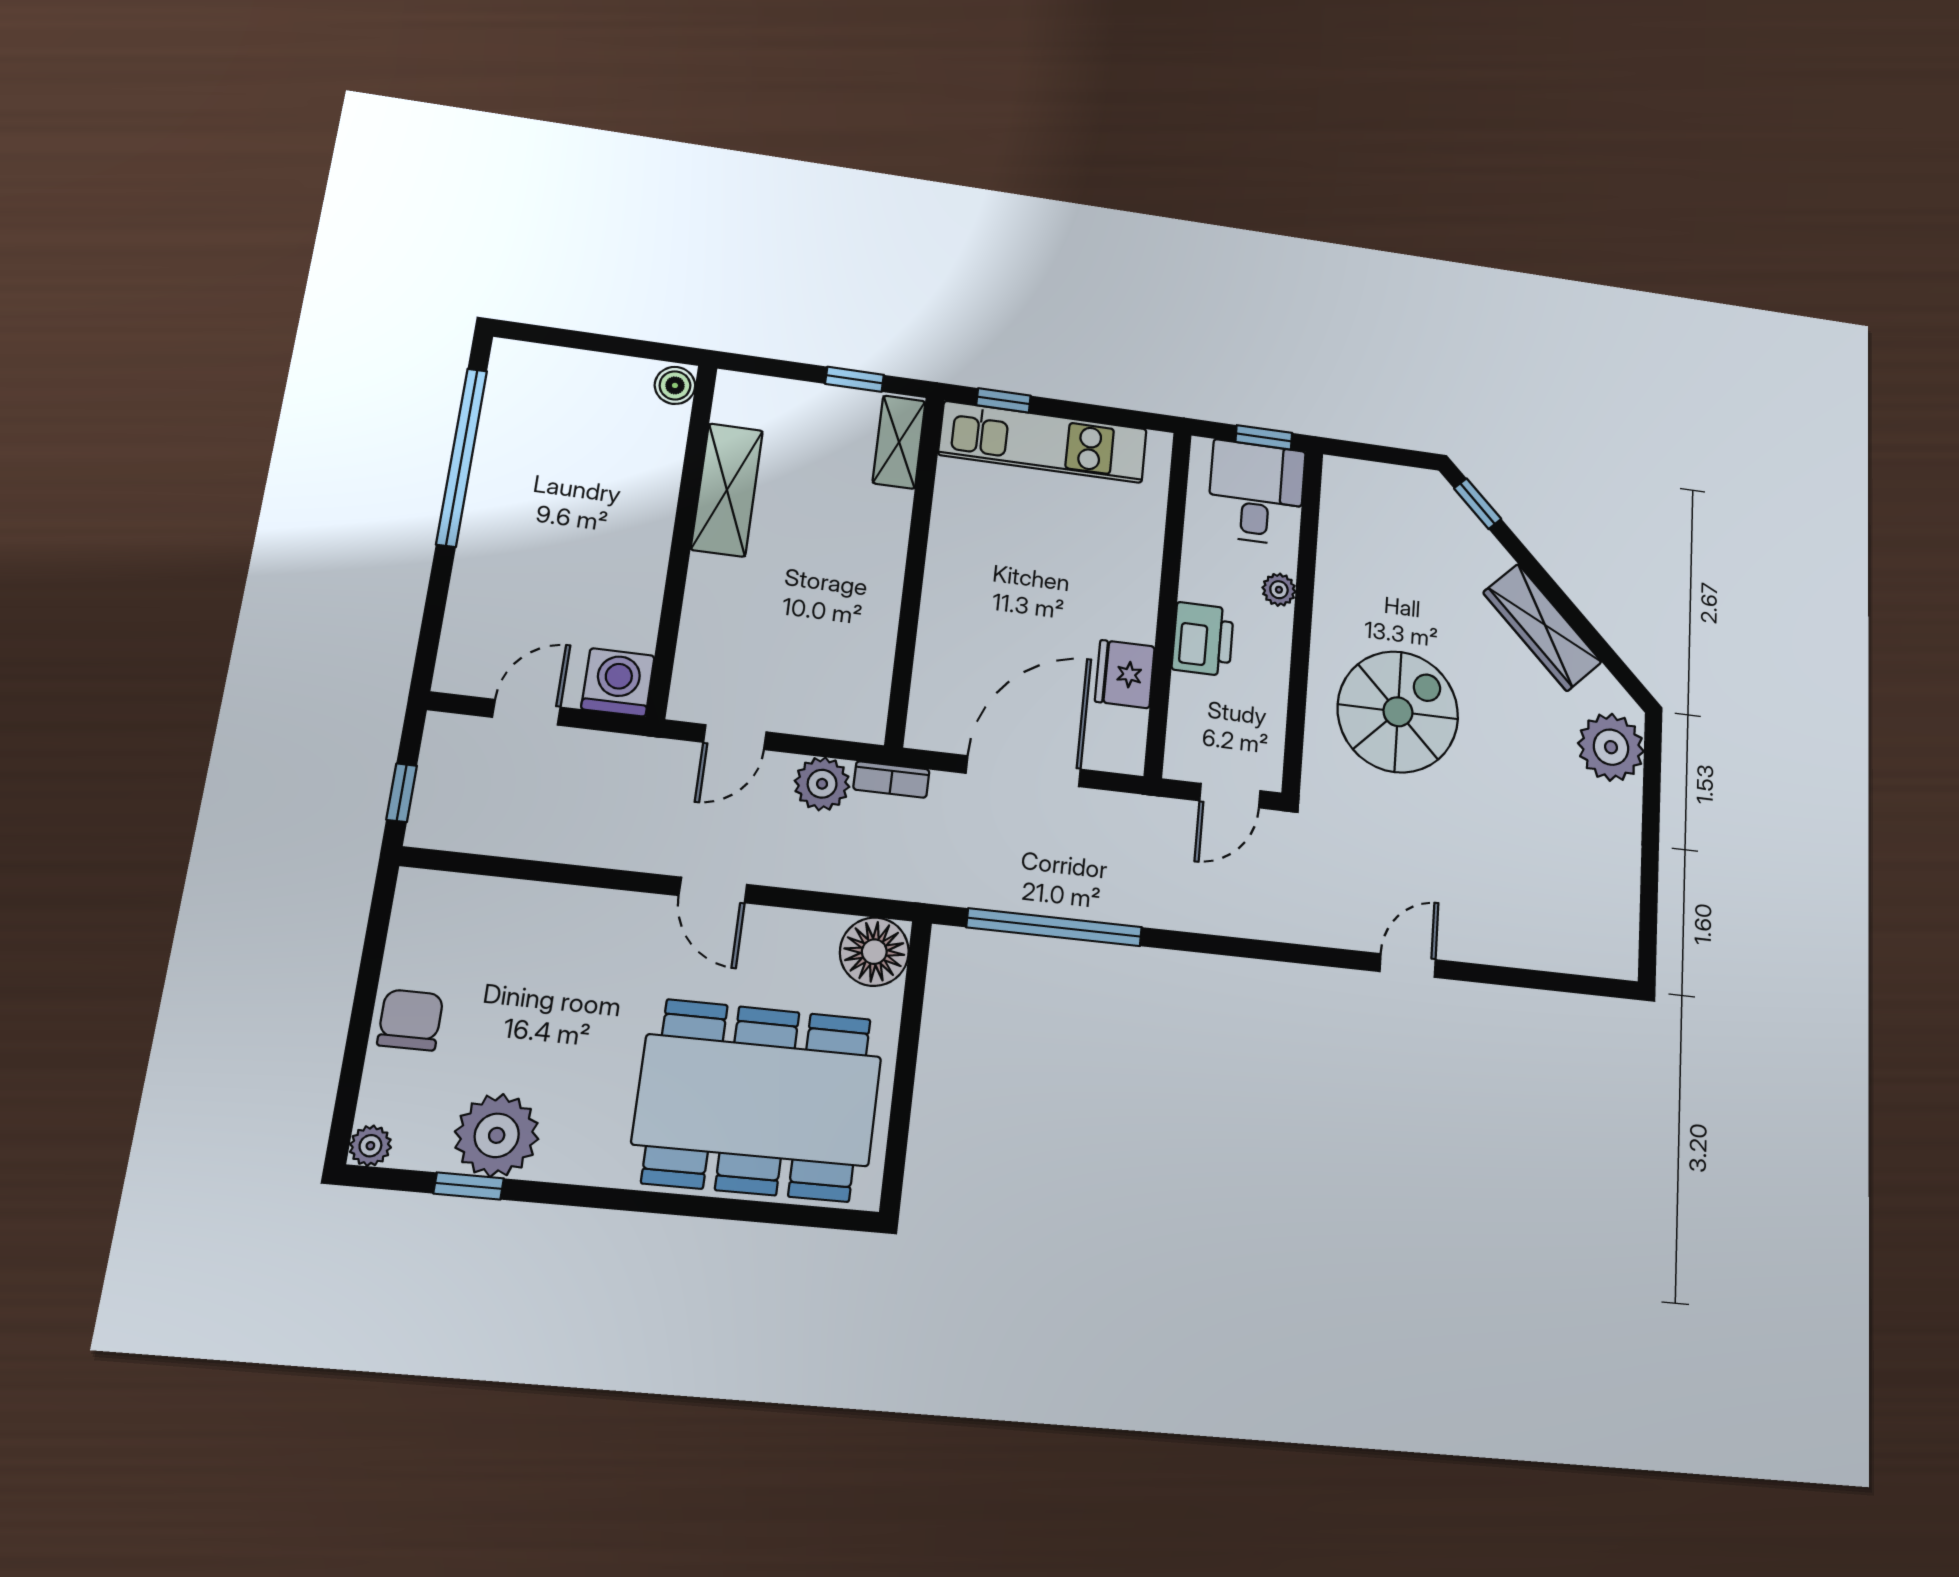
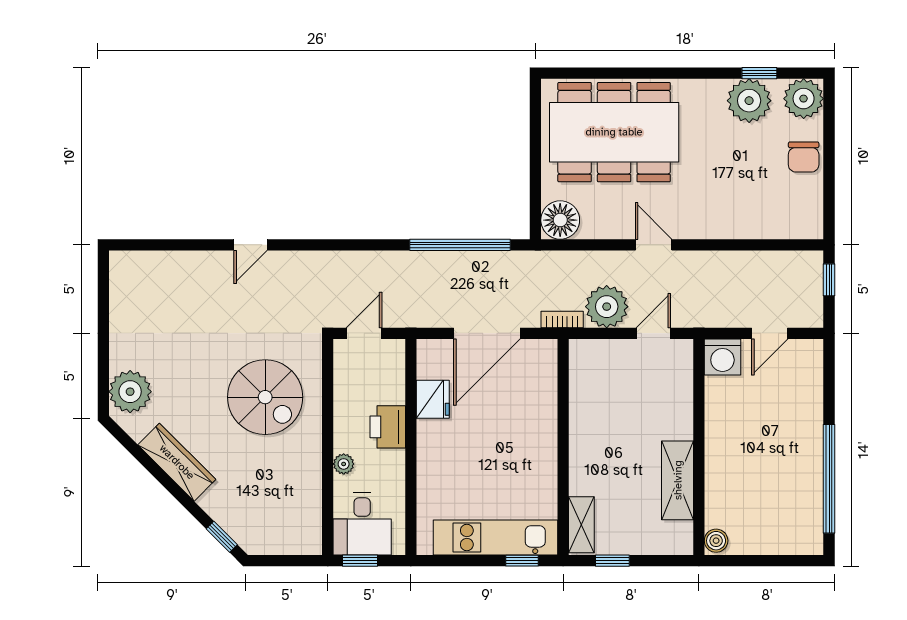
spiral stairs: (1398, 712) -> (265, 397), turned -90
plant: (822, 784) -> (607, 307), width x1.36, depth x1.36
plant: (370, 1146) -> (804, 99), width x1.88, depth x1.88

